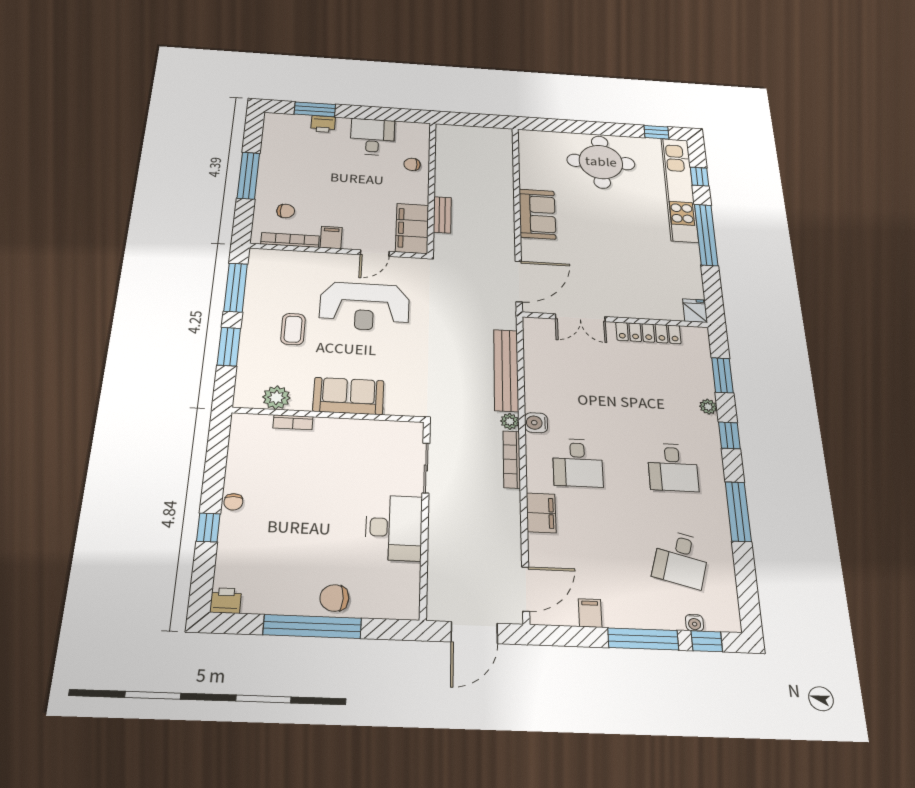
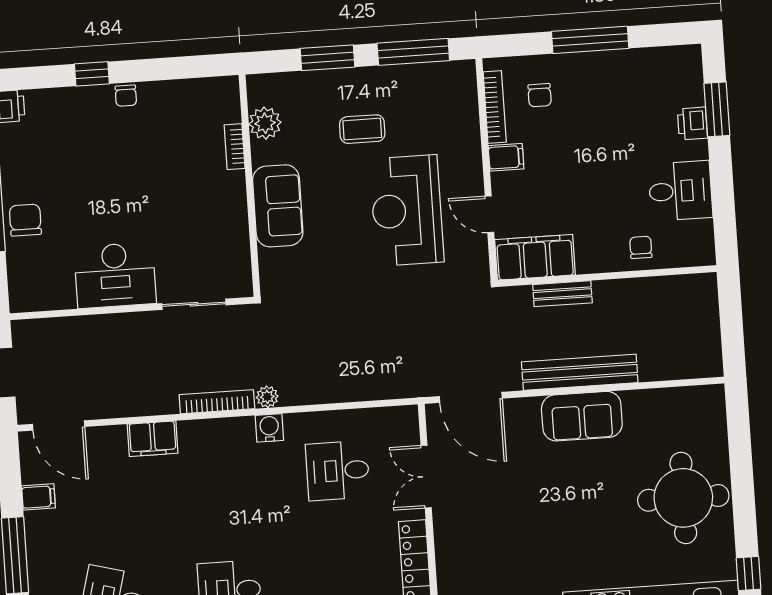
bench: (506, 370) -> (580, 372), moved
desk: (578, 463) -> (338, 471), moved
chair: (233, 502) -> (126, 96), turned -90

